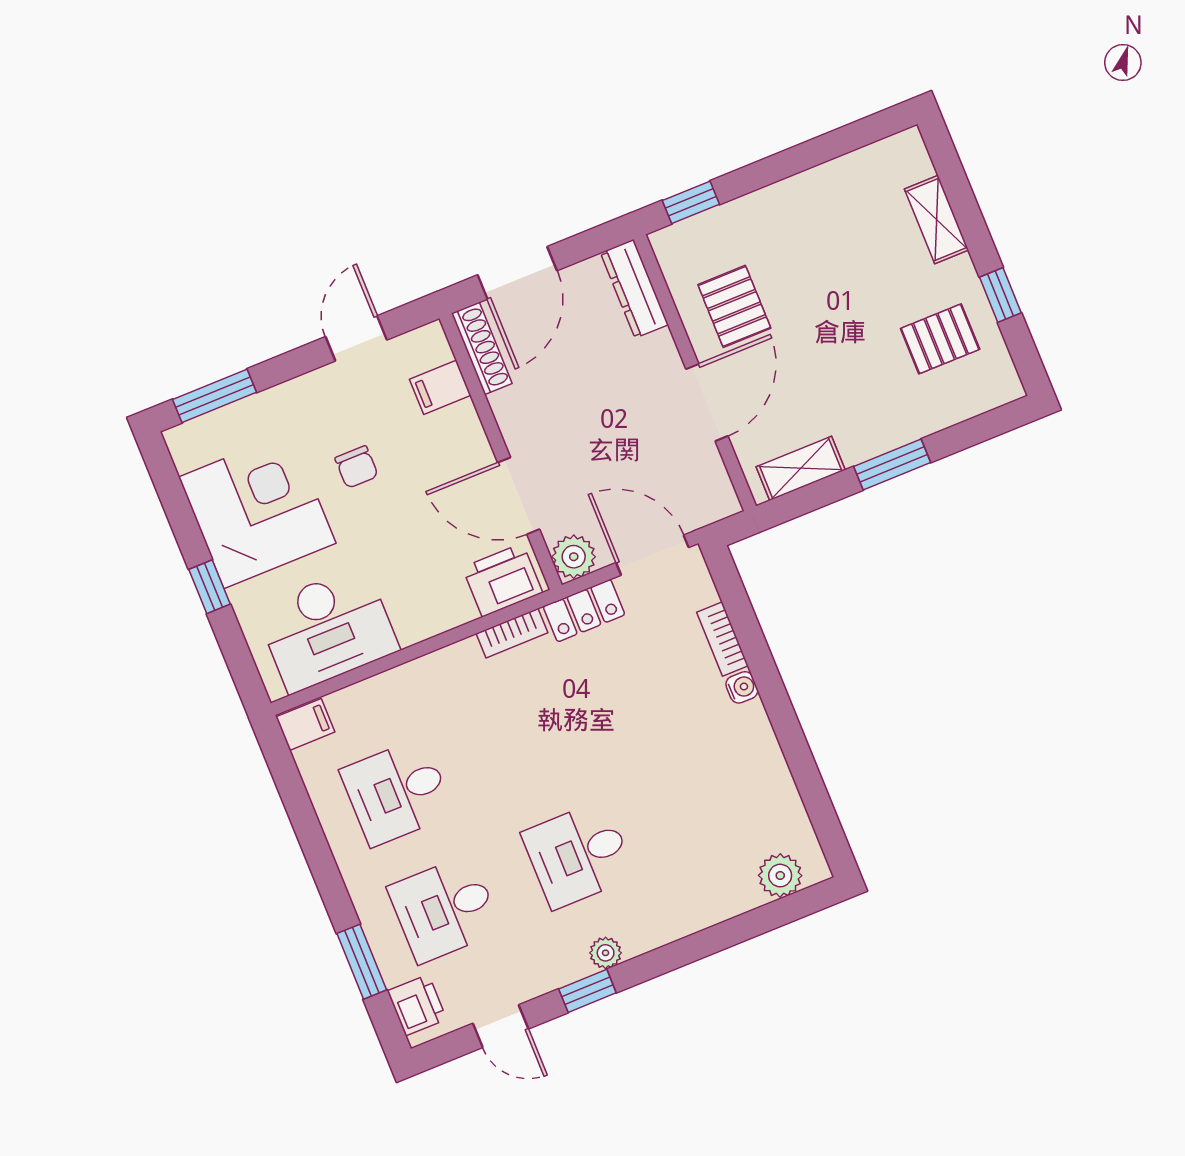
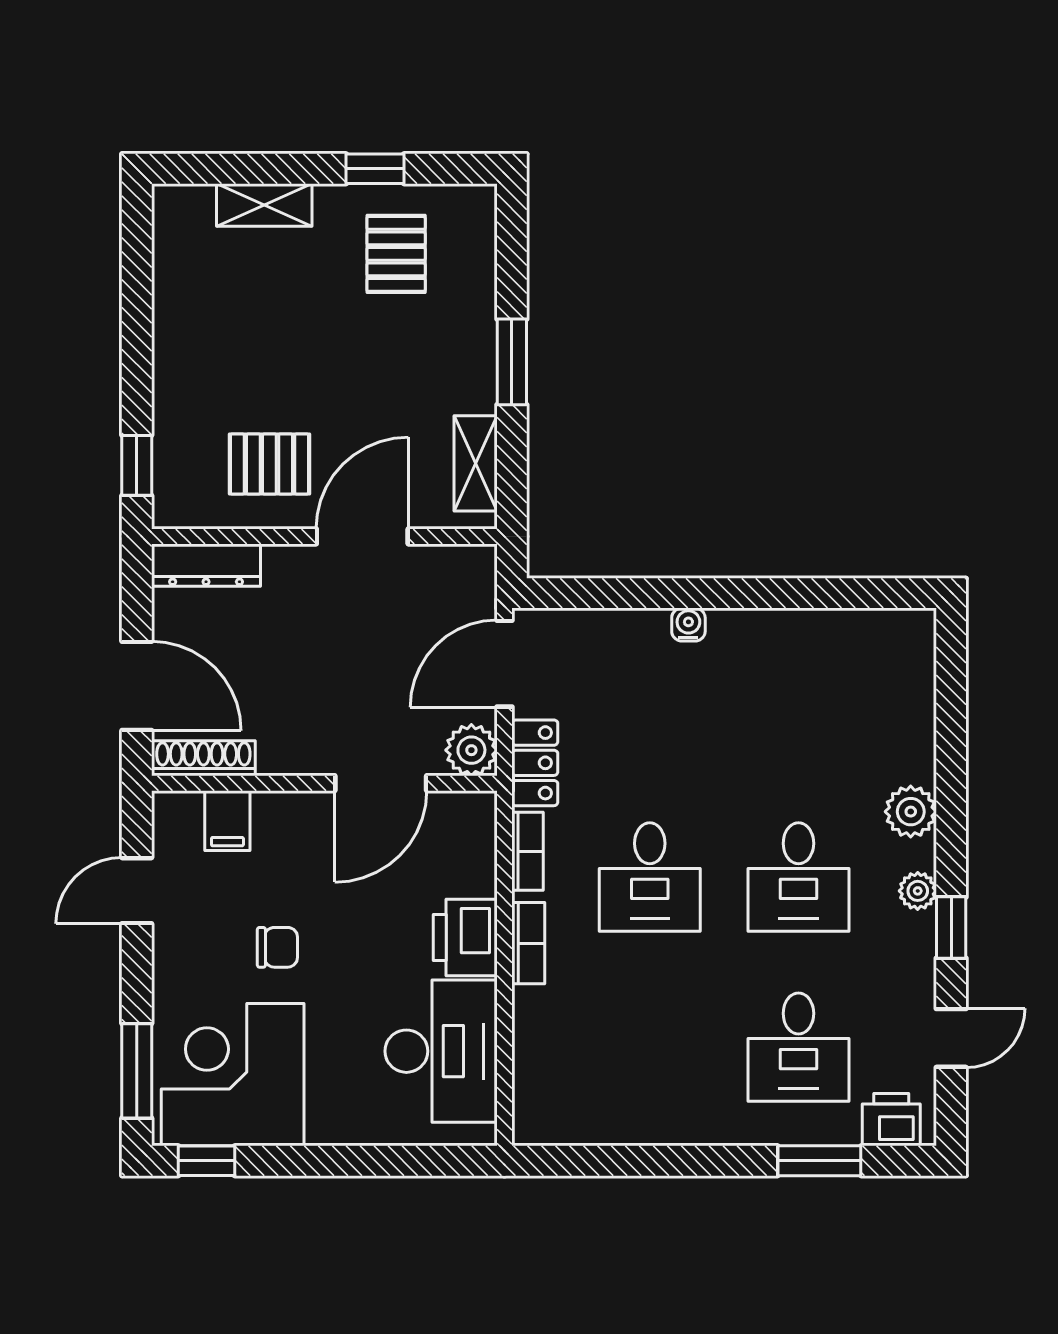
door: (356, 338) -> (137, 891), hinge flipped
door: (707, 402) -> (362, 536), hinge flipped
corner desk: (257, 510) -> (233, 1075), moved
printer: (502, 580) -> (465, 937), moved
window: (210, 587) -> (206, 1161), moved
bookcase: (722, 639) -> (528, 943), moved, turned -90
filing cabinet: (305, 724) -> (536, 1117), removed
desk: (397, 792) -> (650, 877), moved
plant: (780, 876) -> (911, 812), moved

